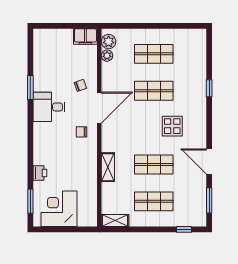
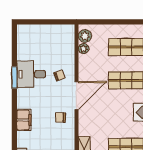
filing cabinet: (85, 36) -> (24, 120), moved, turned -90
desk: (49, 107) -> (31, 74), moved

